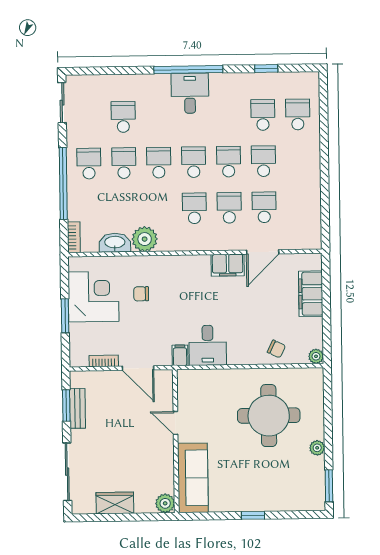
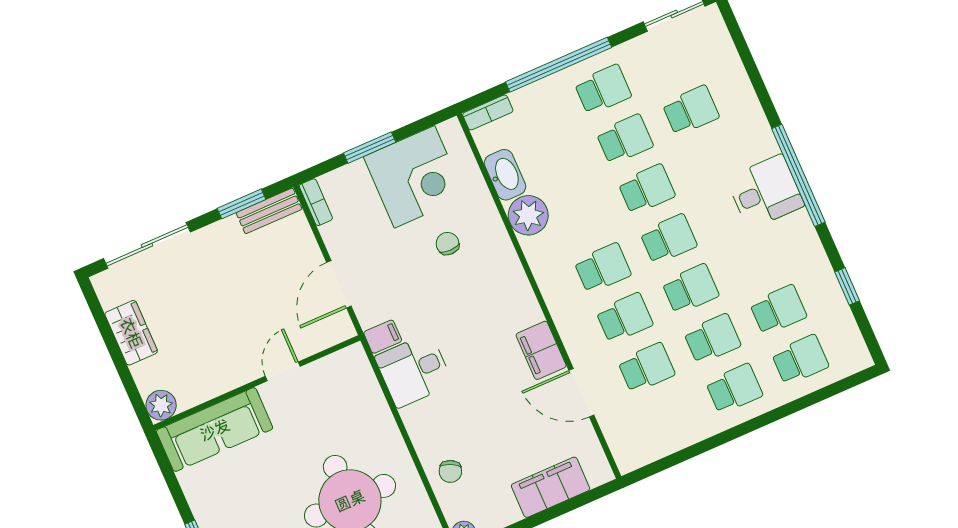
school desk: (298, 161) -> (734, 389), added
bookcase: (104, 361) -> (316, 202), moved
bench: (78, 408) -> (269, 211), moved

